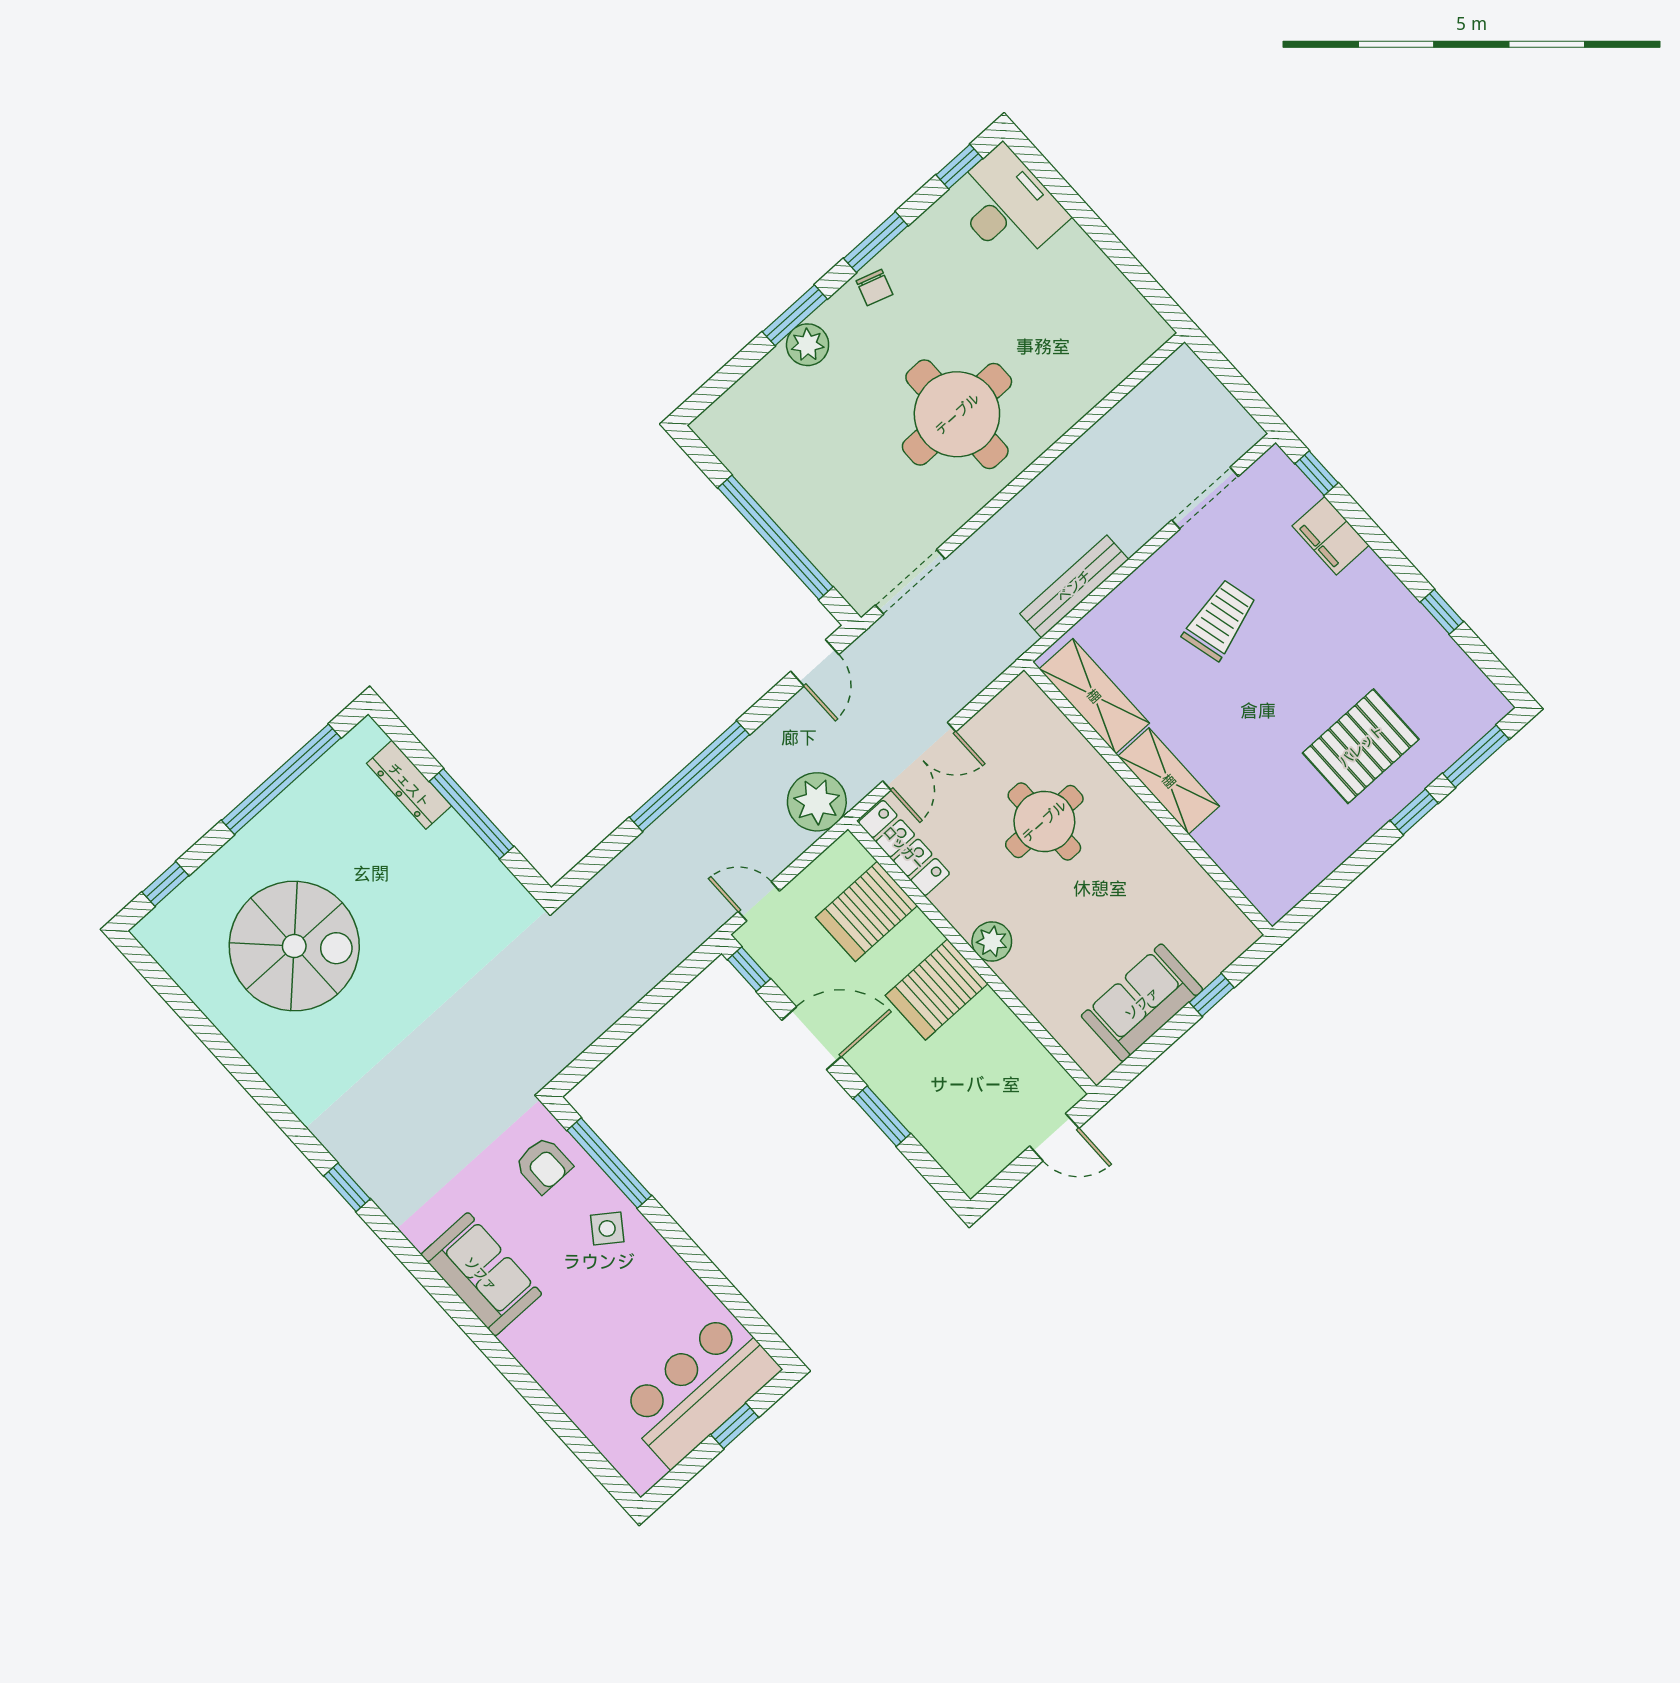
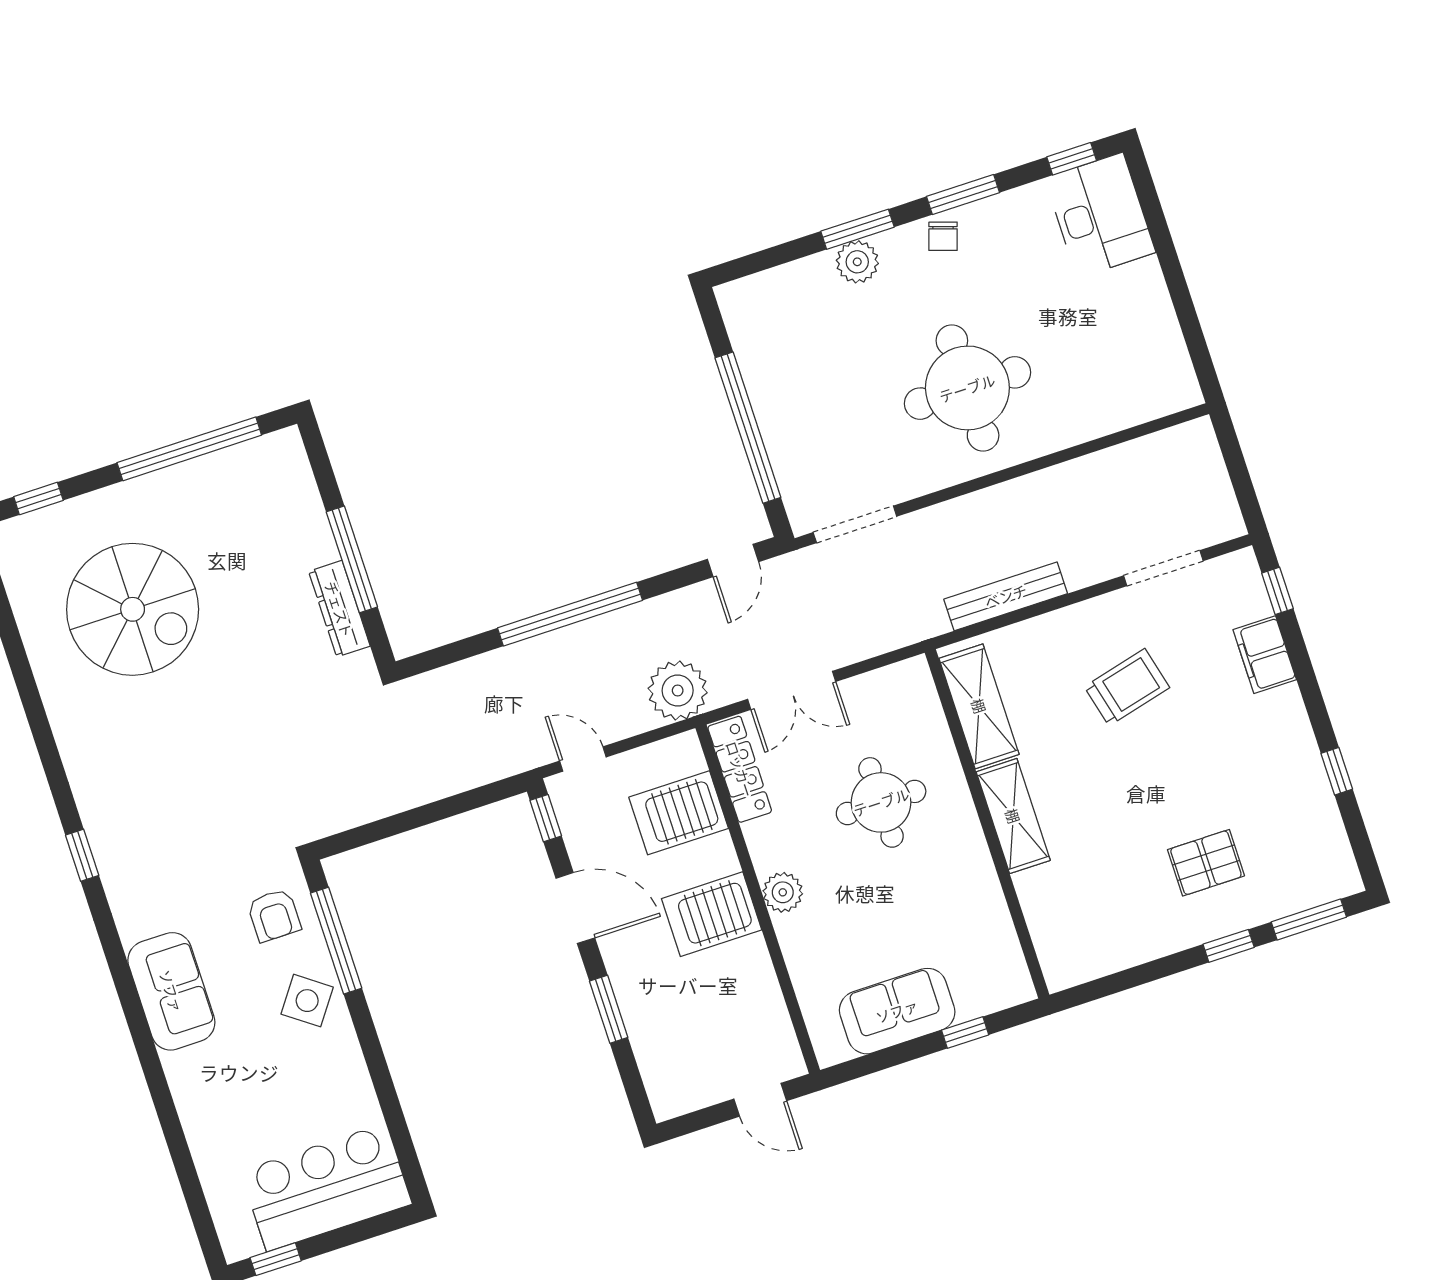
pallet: (1361, 746) -> (1206, 863), width x0.67, depth x0.71
dresser: (409, 785) -> (339, 609), moved
side table: (607, 1228) -> (307, 1001), width x1.37, depth x1.37
window: (735, 1426) -> (276, 1259), moved

